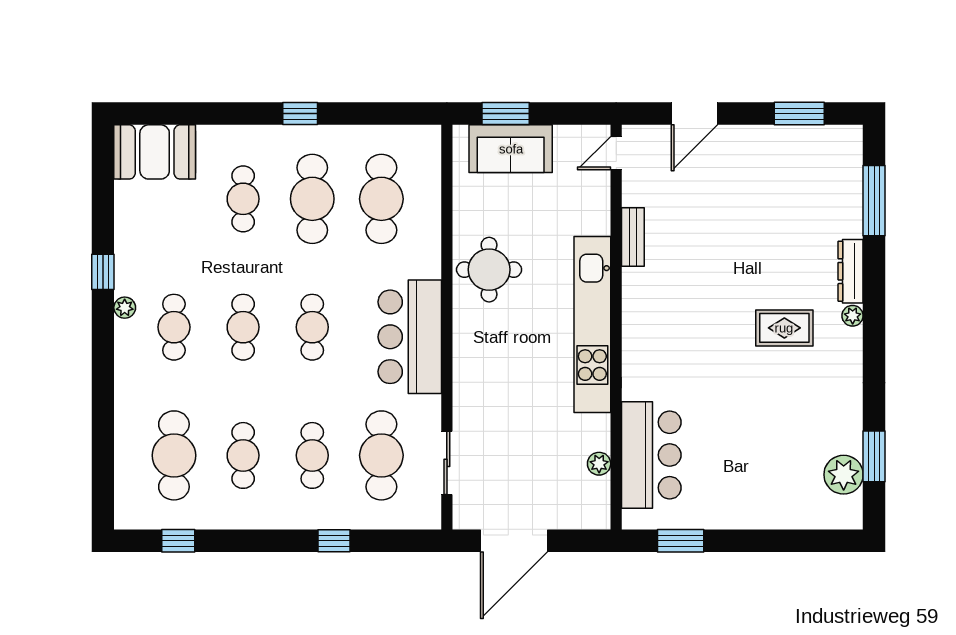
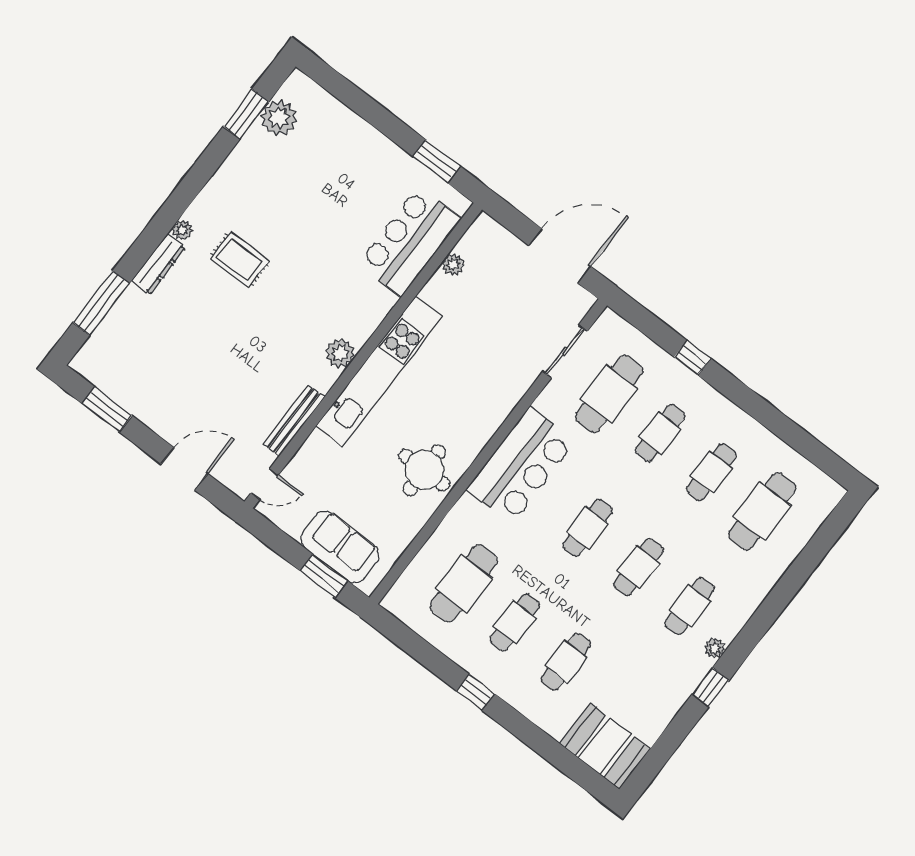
cafe table: (312, 199) -> (515, 622), width x0.73, depth x0.74
bench: (633, 237) -> (294, 421), width x1.36
plant: (638, 314) -> (340, 353), added
window: (178, 541) -> (807, 446), removed

